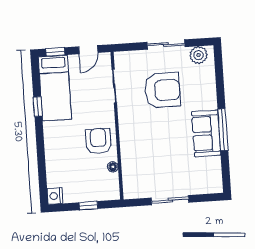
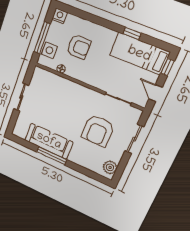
sliding door: (166, 45) -> (134, 139), moved
sofa: (206, 133) -> (49, 141), width x1.36
armchair: (98, 141) -> (79, 47), moved
side table: (98, 190) -> (49, 50), added
window: (88, 206) -> (42, 38), width x2.17

